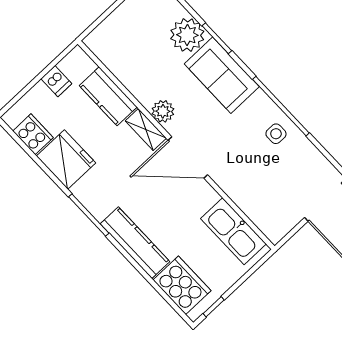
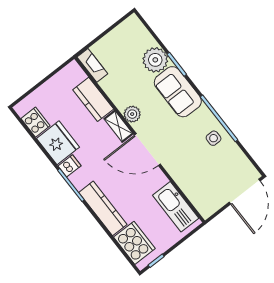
fireplace: (103, 50) -> (92, 65), added
dishwasher: (56, 81) -> (70, 166), moved, turned -90

